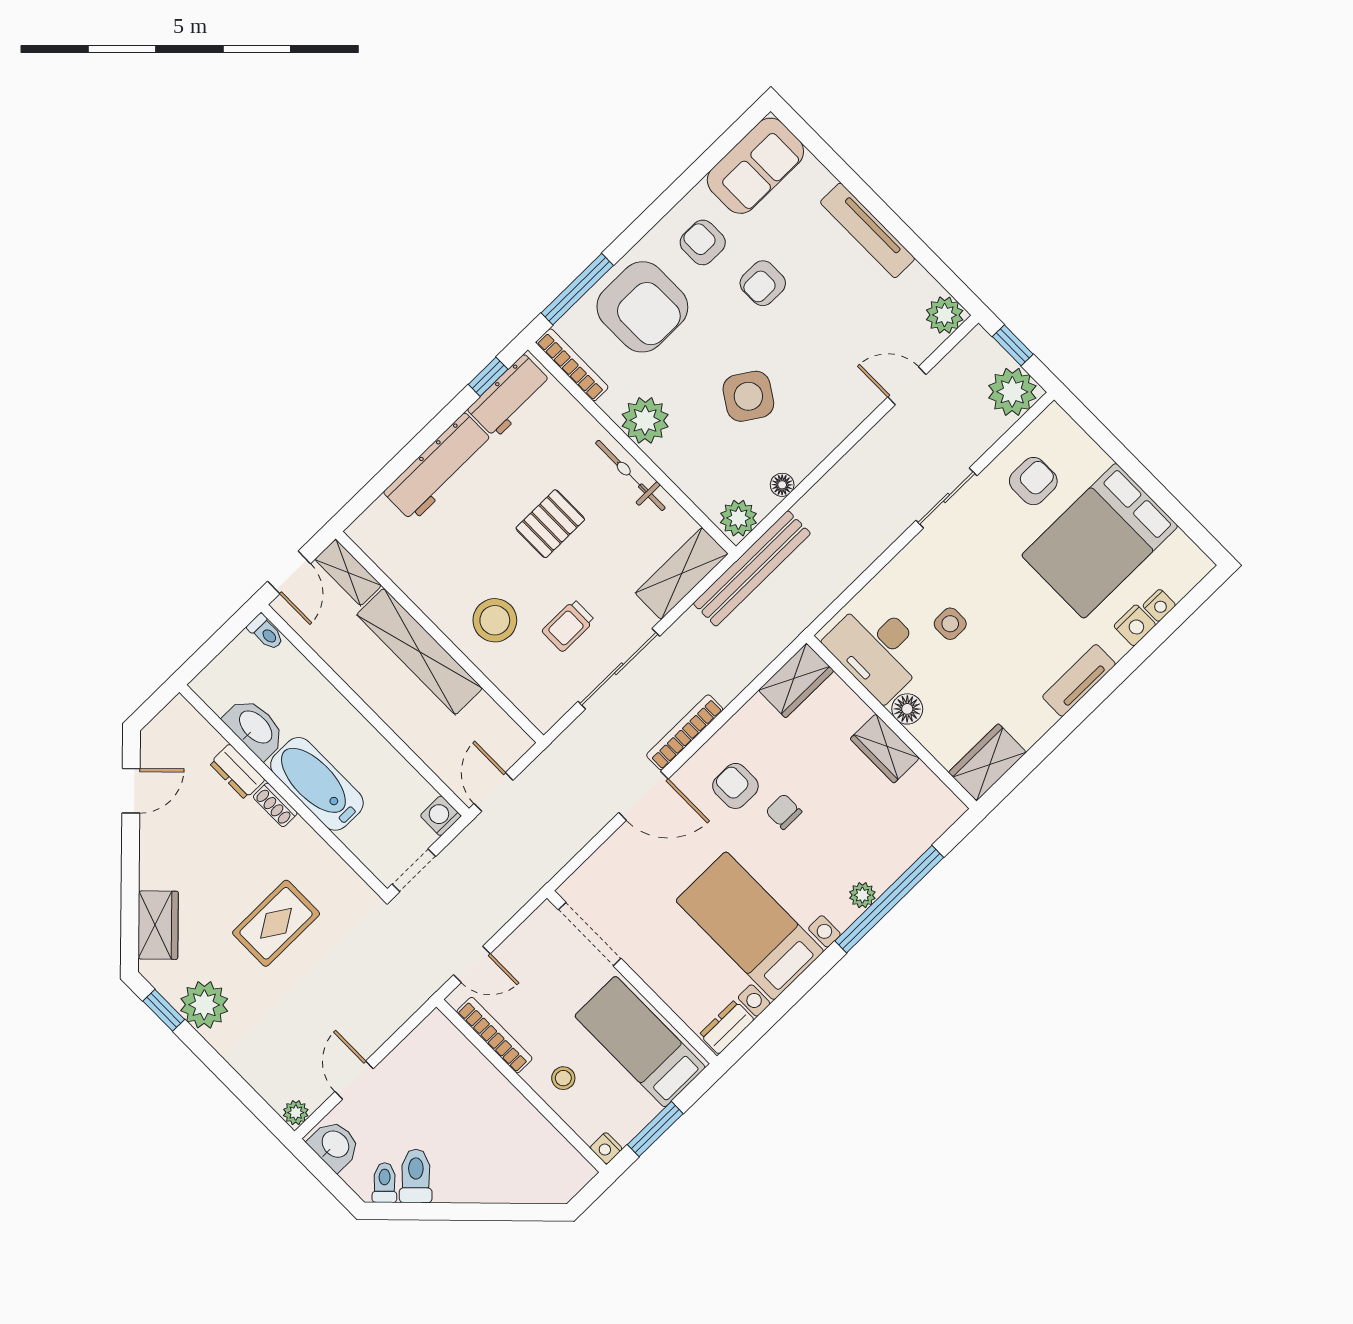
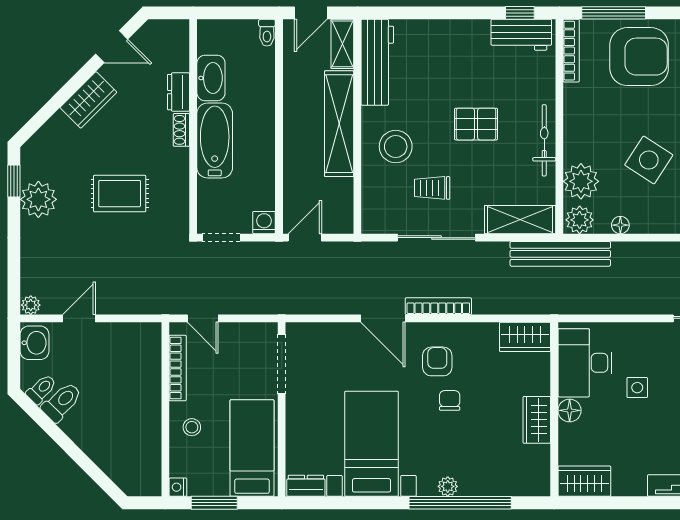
armchair: (642, 307) -> (639, 57), turned -90
plant: (645, 420) -> (581, 181), moved
workbench: (439, 467) -> (377, 62), moved, turned -90
wardrobe: (158, 925) -> (88, 100), moved

